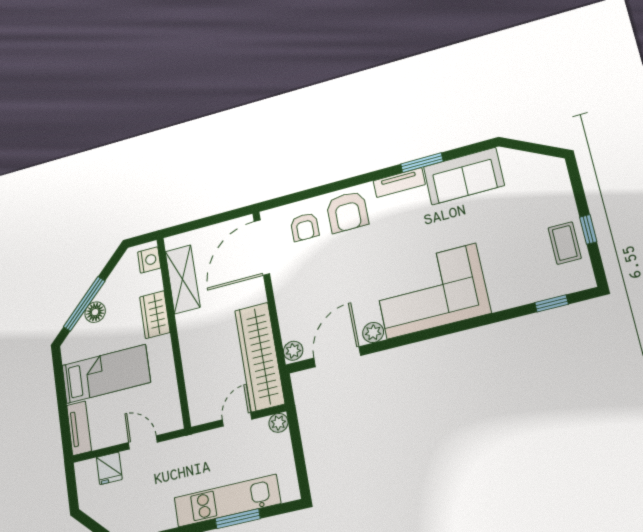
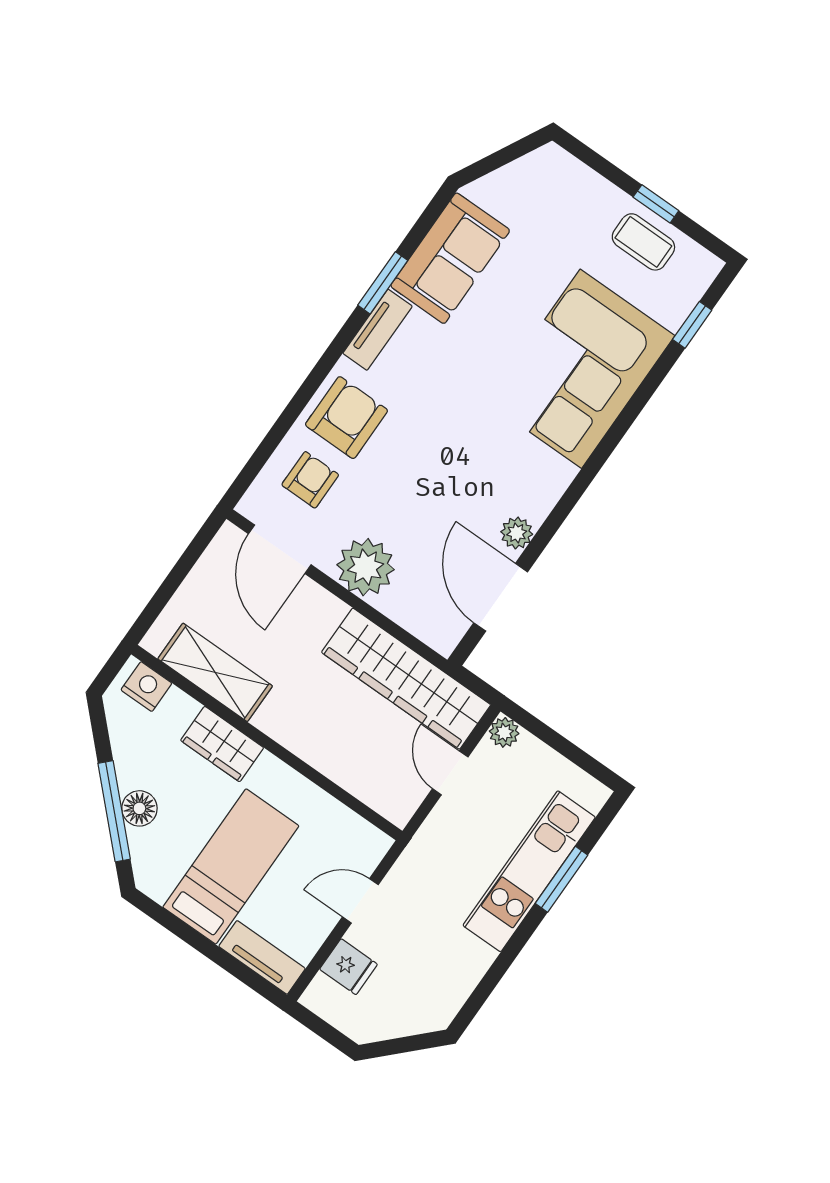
armchair: (347, 212) -> (346, 418), turned -90
armchair: (305, 227) -> (310, 480), turned -90
door: (262, 247) -> (280, 549), width x0.73
corner sofa: (431, 291) -> (581, 369), moved
plant: (293, 351) -> (366, 567), moved, width x1.87, depth x1.87

